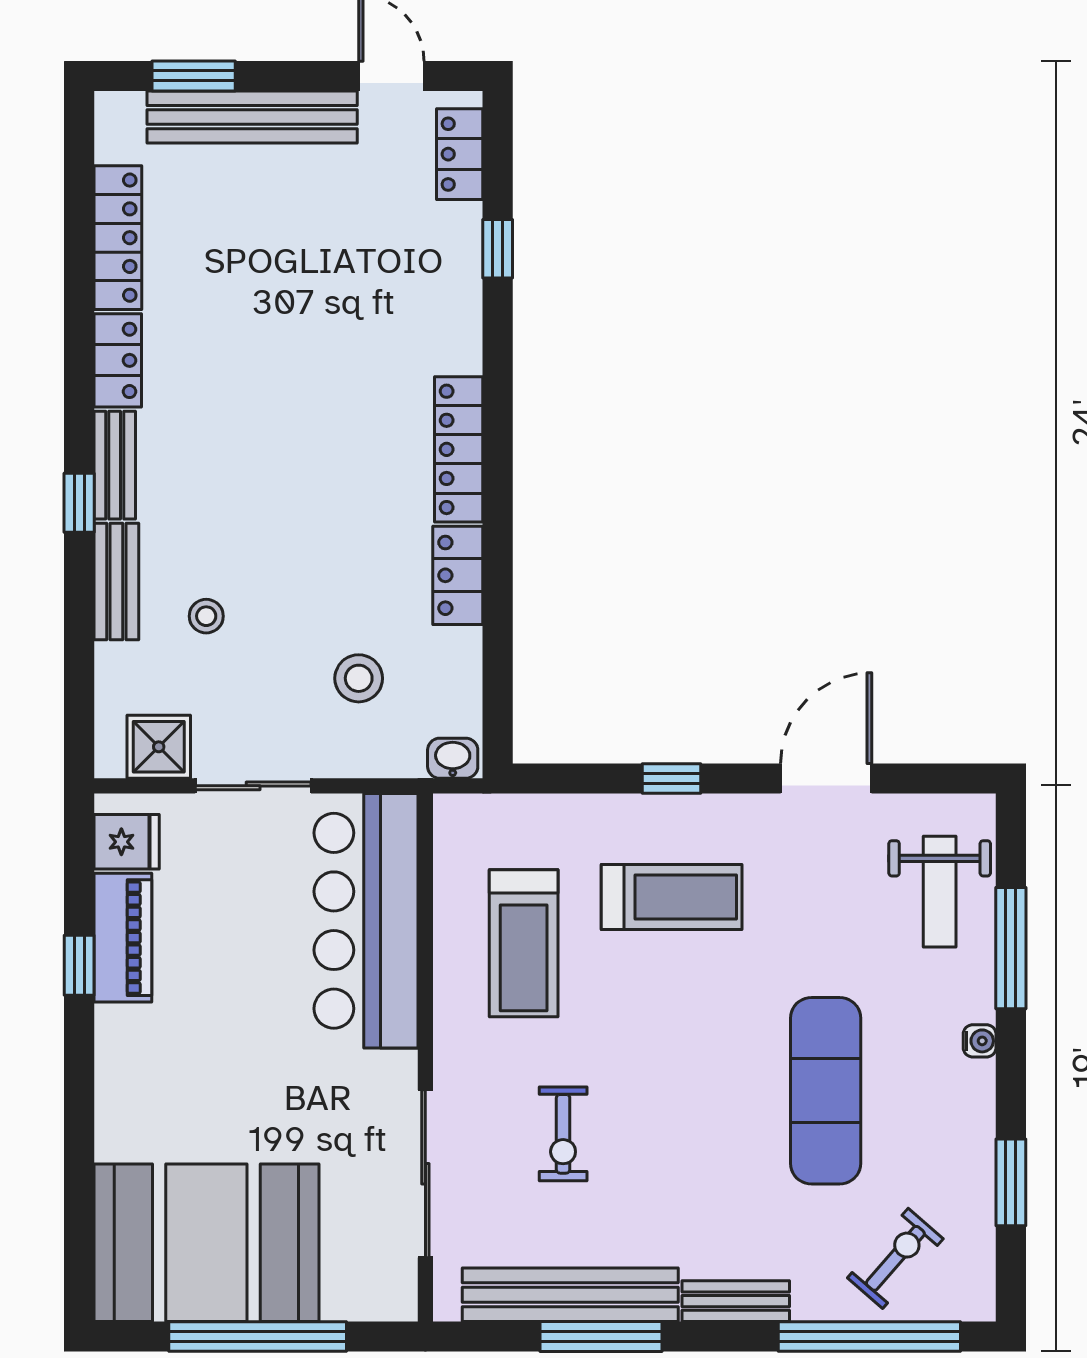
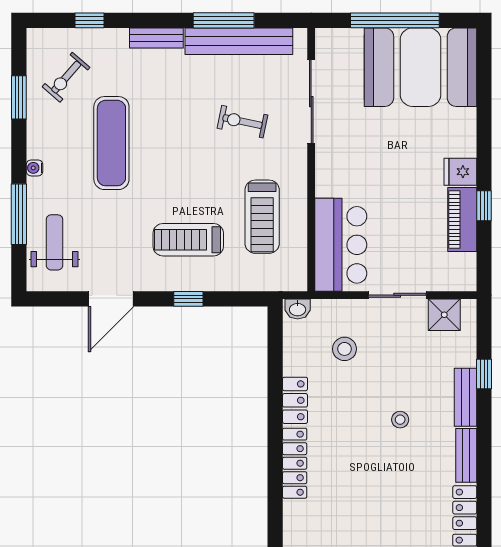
window: (79, 503) -> (484, 374), moved
stool: (206, 616) -> (400, 420), moved
fridge: (127, 842) -> (460, 172), moved
bar counter: (366, 921) -> (341, 245), width x0.73
treadmill: (524, 943) -> (262, 217), turned 180
exercise bike: (563, 1134) -> (242, 122), turned -78
exercise bike: (895, 1258) -> (66, 77), moved
window: (869, 1337) -> (90, 20), width x0.32

